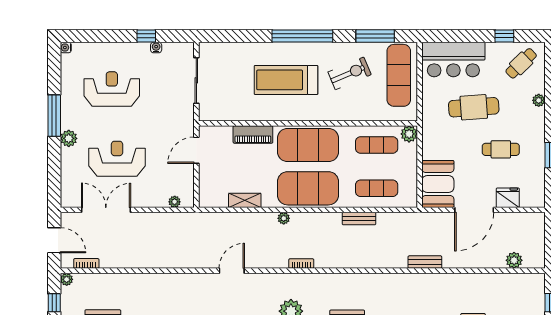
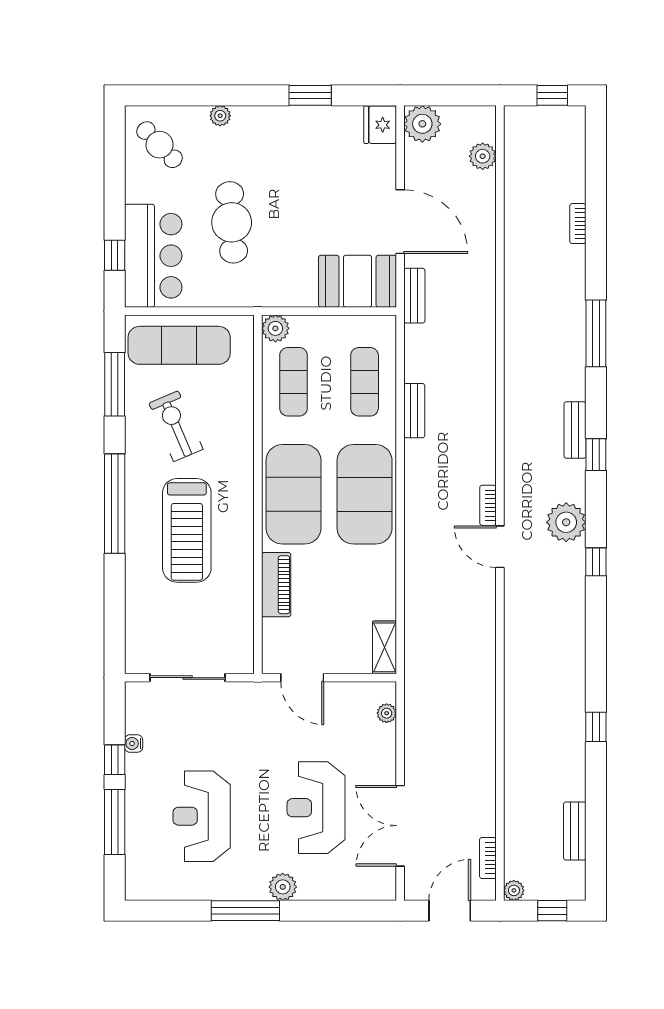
window: (108, 36) -> (115, 822), added
window: (504, 36) -> (115, 255), moved
water cooler: (66, 48) -> (134, 892), removed
cafe table: (501, 149) -> (301, 178), removed
fridge: (508, 198) -> (380, 125), moved
shelving: (245, 200) -> (384, 647), moved
plant: (284, 218) -> (422, 124), moved, width x1.88, depth x1.88
bench: (425, 262) -> (414, 296), moved
door: (232, 271) -> (500, 547), moved

